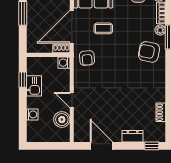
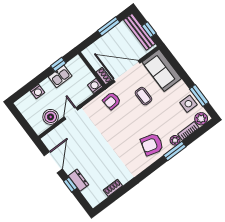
armchair: (149, 52) -> (152, 144), turned -85
window: (152, 146) -> (70, 185), moved

